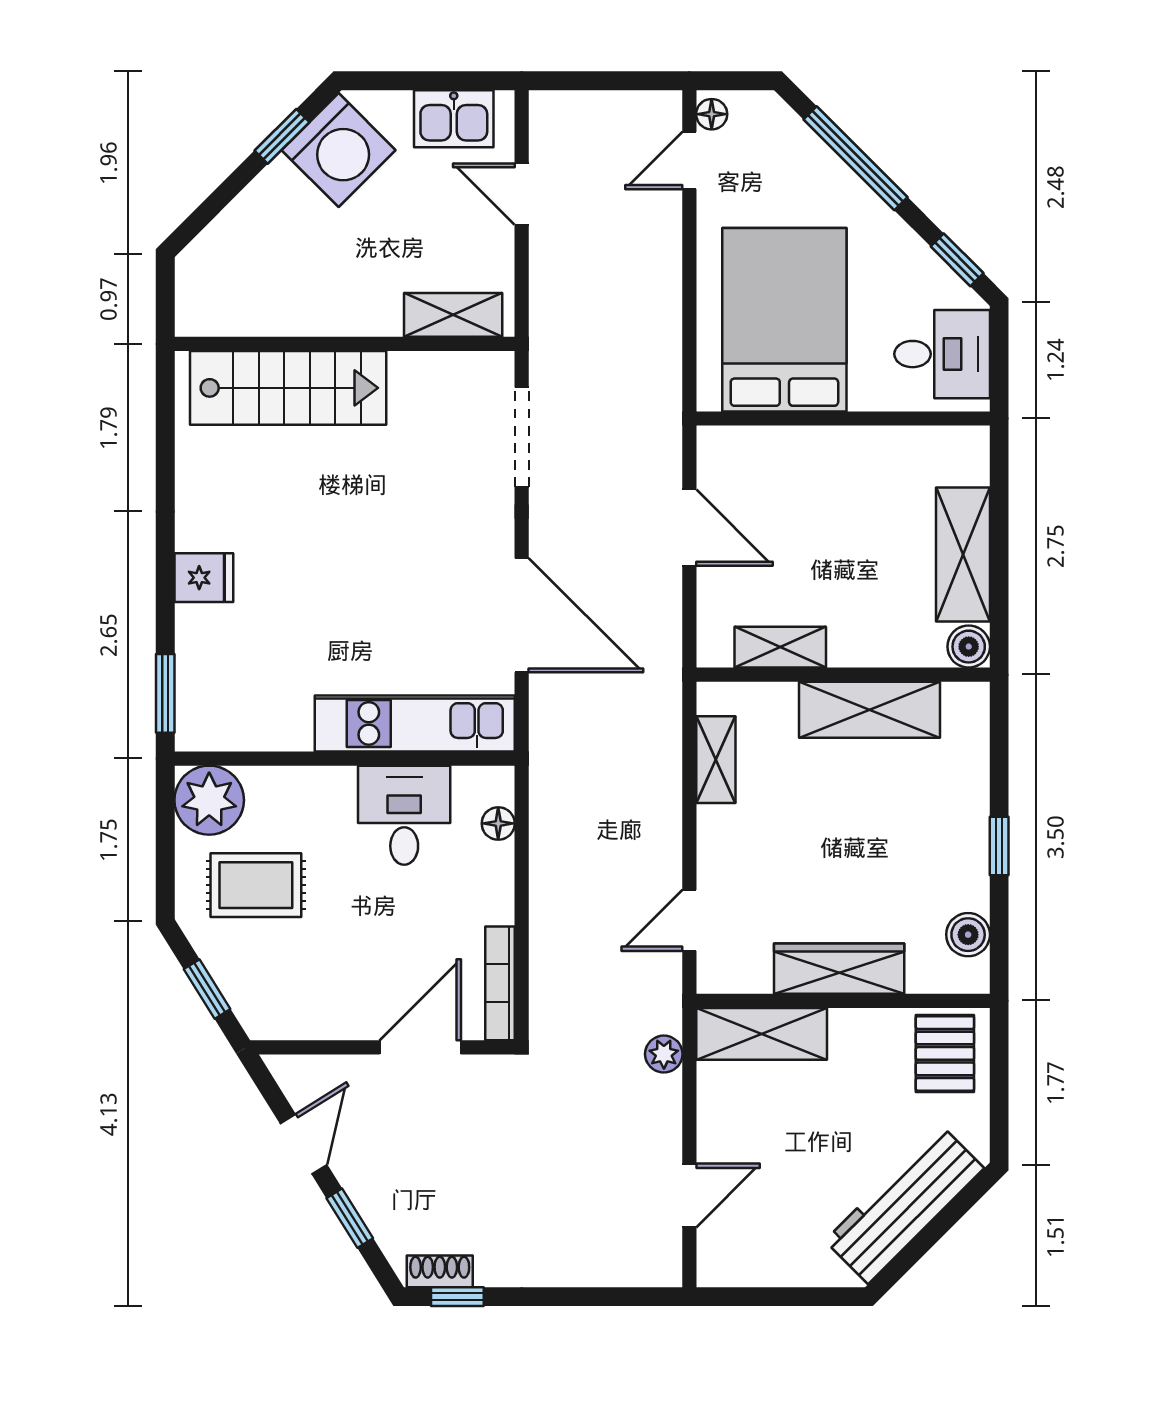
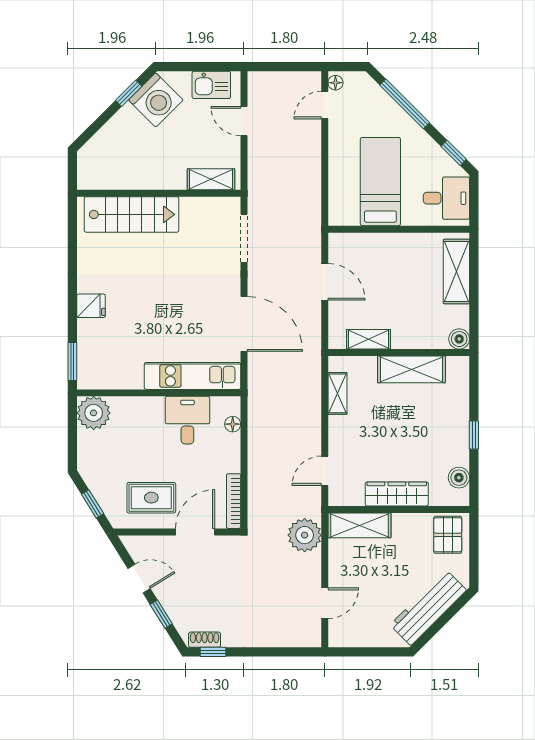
bed: (784, 320) -> (380, 182), width x0.67
shelving: (963, 555) -> (456, 272), moved
rug: (256, 885) -> (151, 498), moved
plant: (664, 1054) -> (305, 535), width x1.87, depth x1.87
door: (304, 1144) -> (139, 578), hinge flipped

